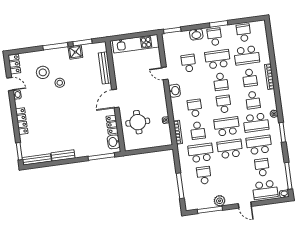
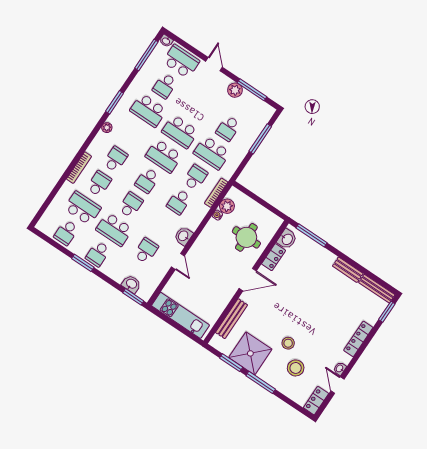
washbasin: (196, 34) -> (131, 284), moved
shower: (75, 52) -> (250, 353), width x1.86, depth x1.86
school desk: (189, 63) -> (146, 251), turned 180
school desk: (256, 123) -> (132, 135), removed
plant: (165, 130) -> (227, 206), added

